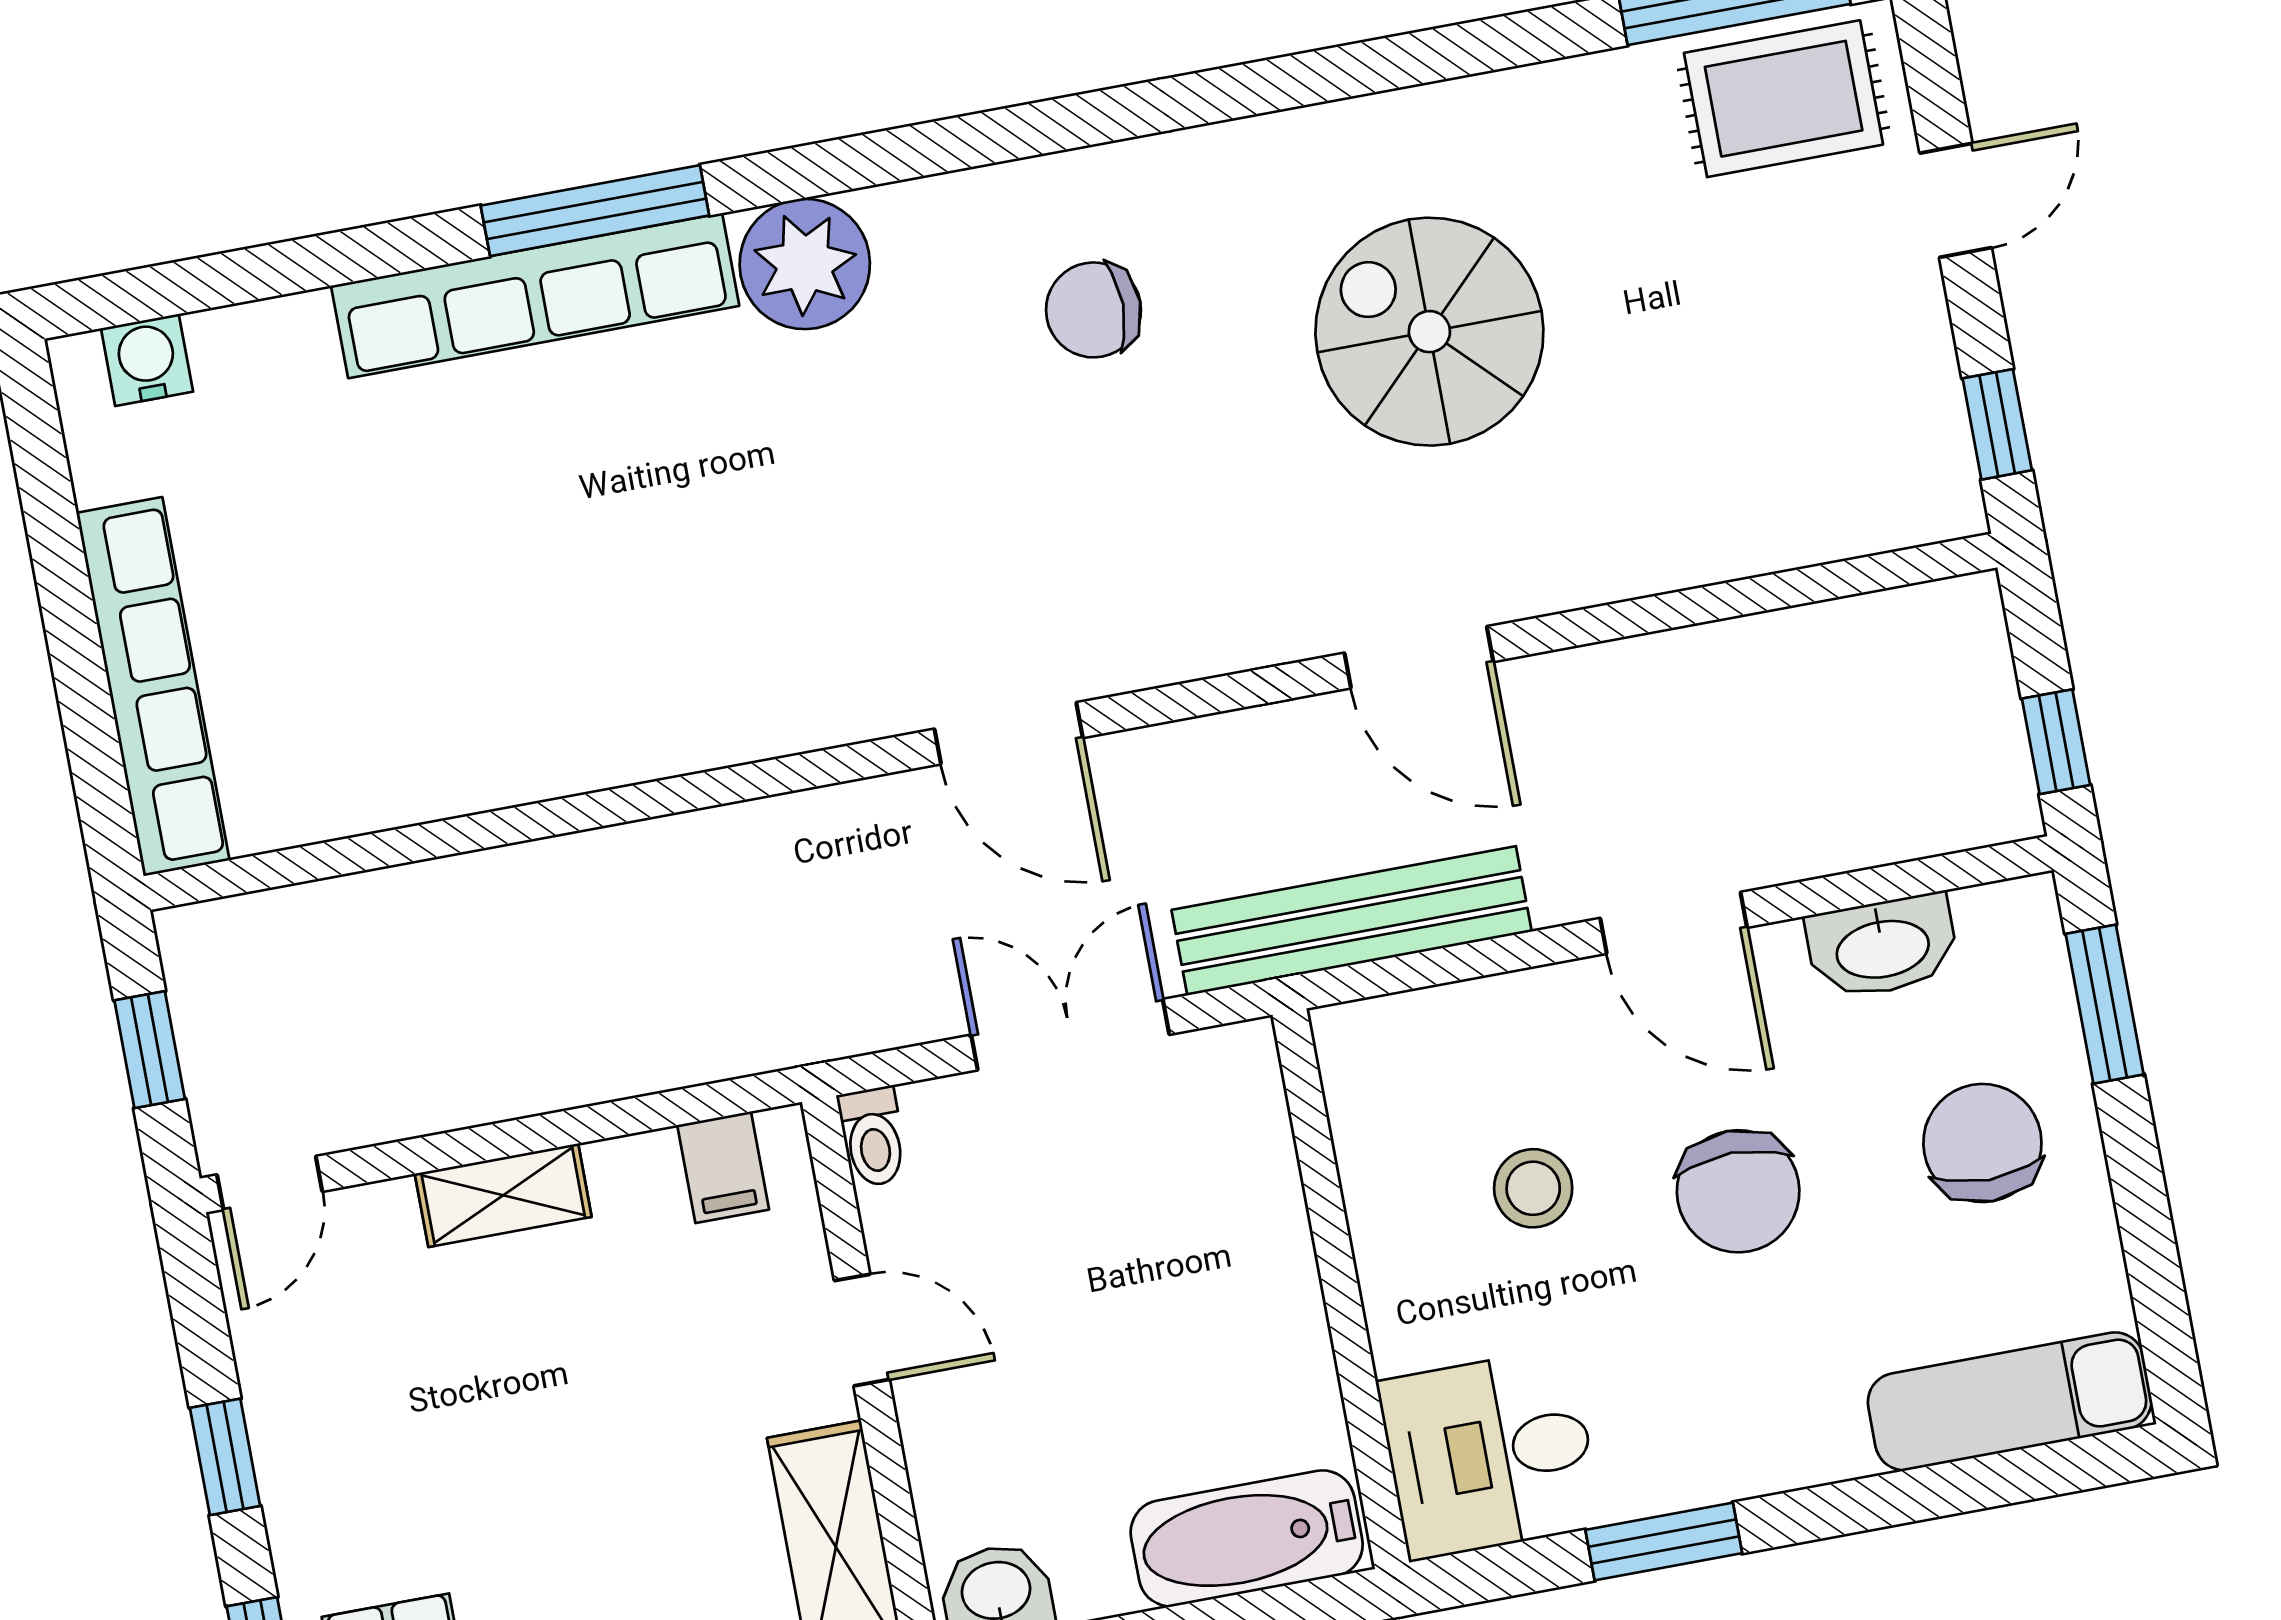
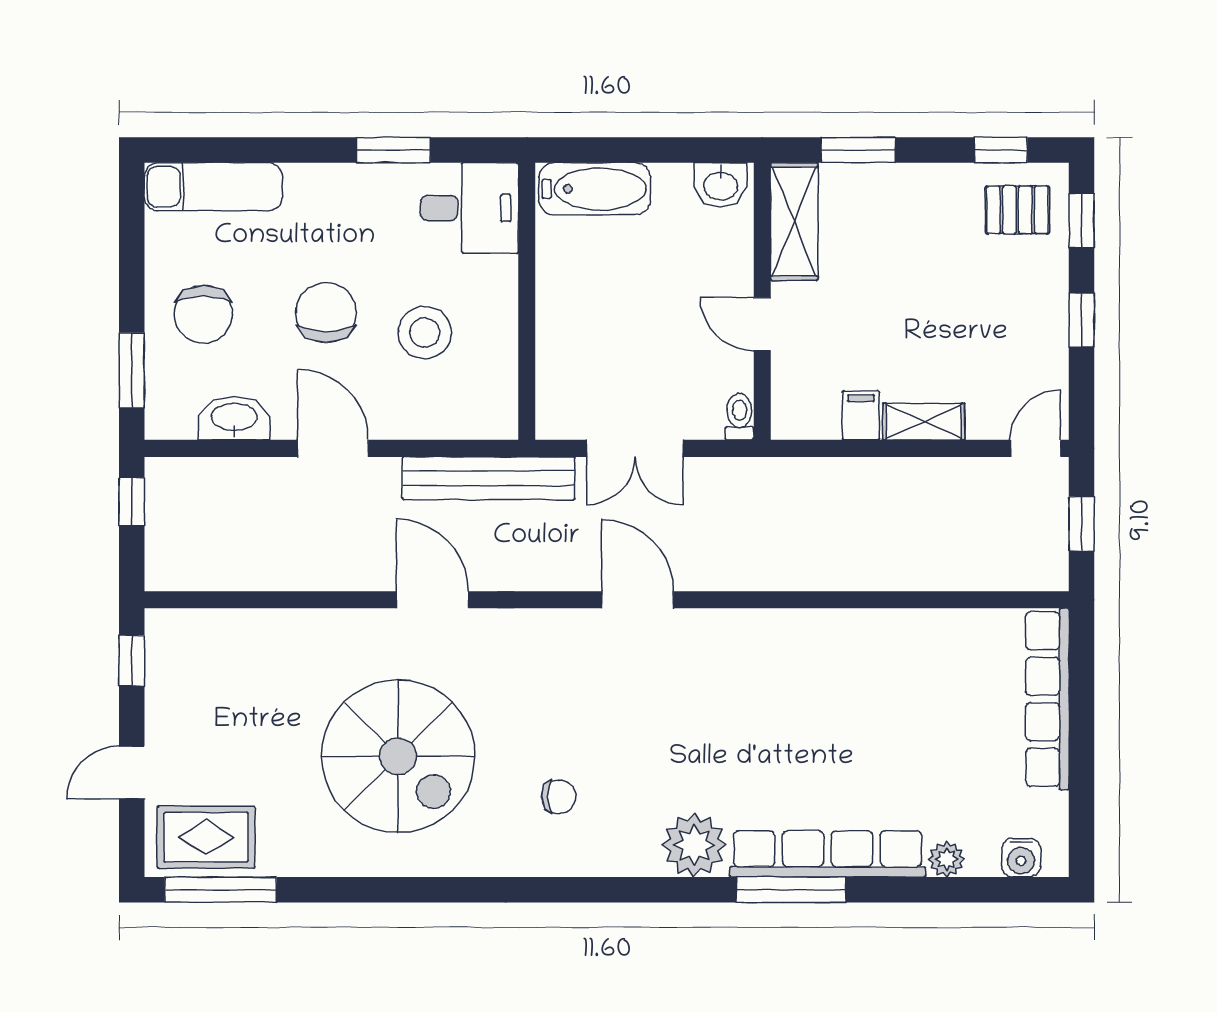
chair: (1093, 310) -> (559, 797), width x0.73, depth x0.73
plant: (295, 329) -> (947, 859), added
spiral stairs: (1429, 332) -> (398, 756), width x1.37, depth x1.37
filing cabinet: (723, 1167) -> (861, 415), moved
stool: (1533, 1188) -> (425, 333), width x1.38, depth x1.38

